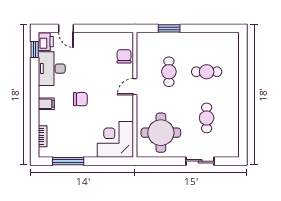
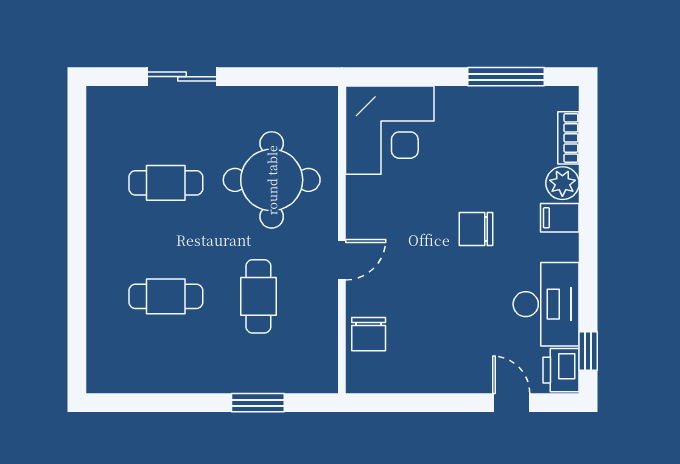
plant: (45, 118) -> (562, 183), added
cafe table: (207, 118) -> (166, 183), turned 90
round table: (161, 133) -> (272, 180), moved

